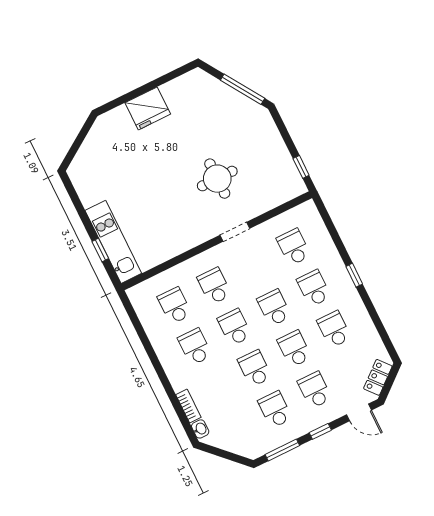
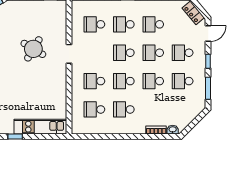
round table: (217, 179) -> (33, 49), turned 31
window: (100, 250) -> (15, 136), moved

